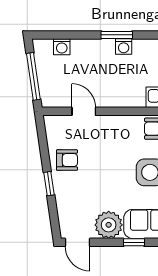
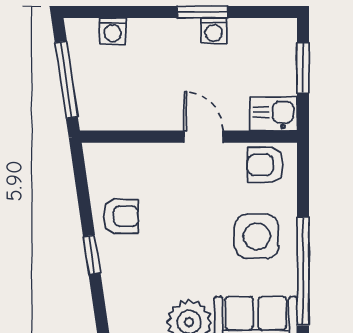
door: (84, 111) -> (203, 137), moved

